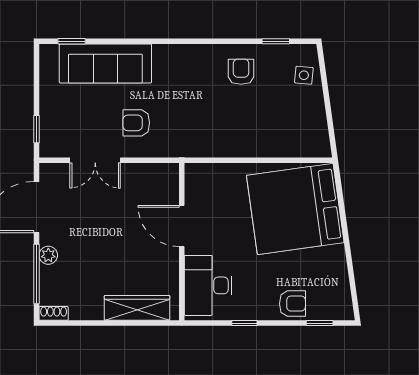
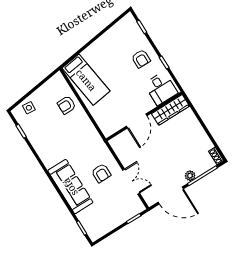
sofa: (105, 63) -> (70, 187), moved
armchair: (241, 72) -> (67, 105), moved
bed: (295, 209) -> (86, 80), width x0.49
desk: (208, 285) -> (161, 88), width x0.73
armchair: (292, 304) -> (141, 59), moved, turned 180
wardrobe: (137, 308) -> (170, 110), moved, turned -90

